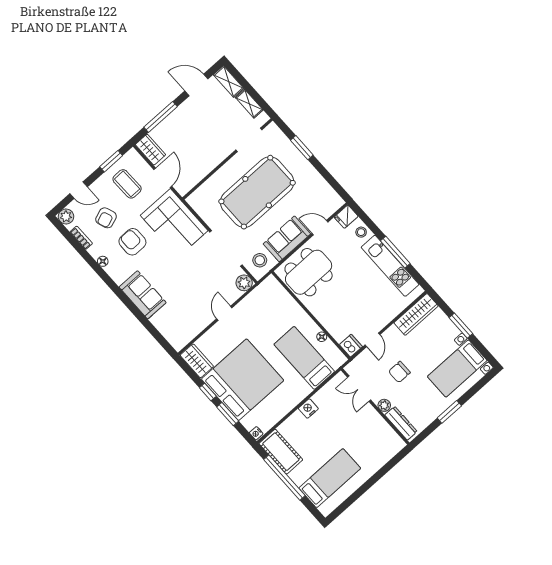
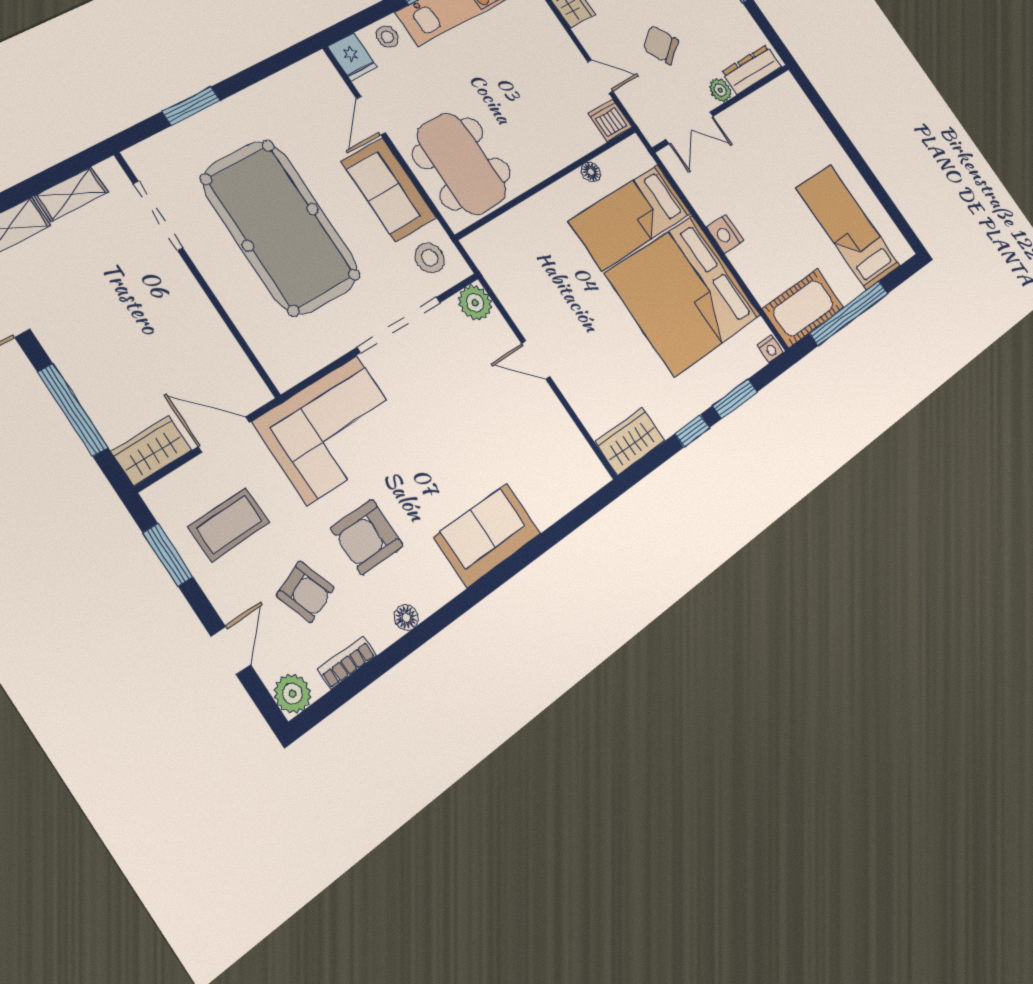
chair: (399, 372) -> (661, 45), turned 147
bed: (243, 380) -> (684, 295), moved, turned -90

